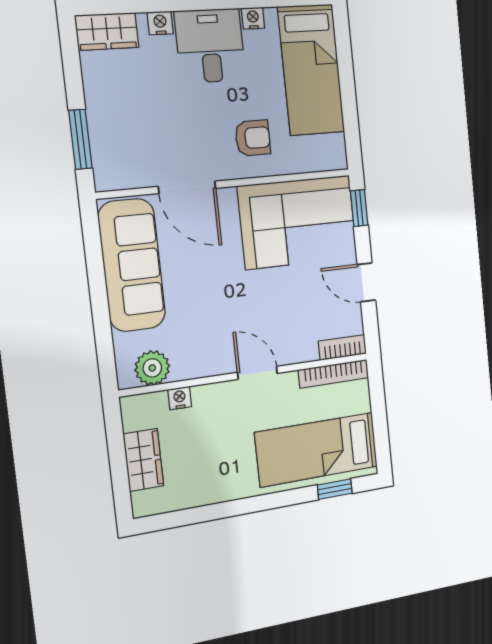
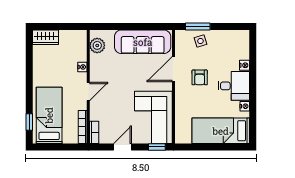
wardrobe: (107, 31) -> (242, 42), removed
side table: (115, 130) -> (200, 41), added
armchair: (253, 138) -> (200, 77), moved
nightstand: (180, 398) -> (82, 67), moved
wardrobe: (143, 460) -> (46, 37), moved

